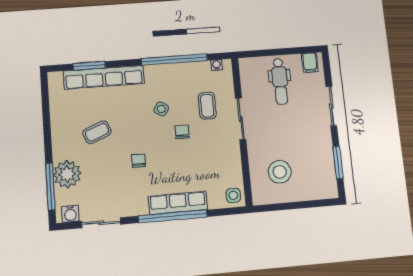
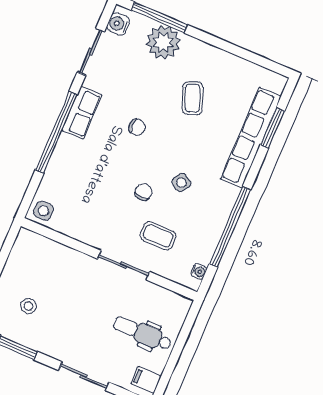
chair: (182, 132) -> (143, 192), turned -90
stool: (280, 172) -> (28, 306), moved, width x0.53, depth x0.53
row of seats: (178, 203) -> (82, 113), moved, width x0.68

